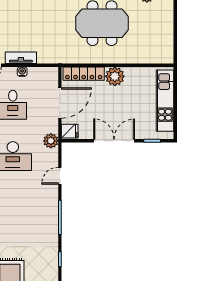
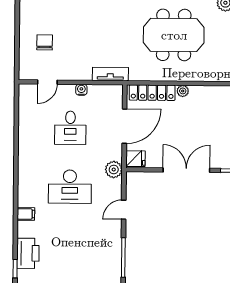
tv unit: (21, 58) -> (110, 74), moved
plant: (115, 76) -> (183, 91), width x0.53, depth x0.53

